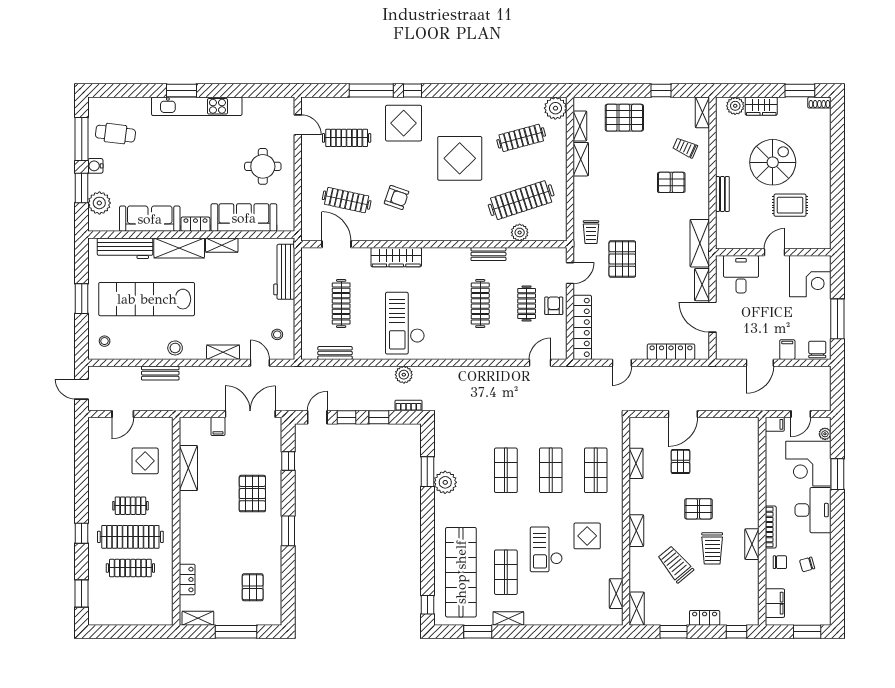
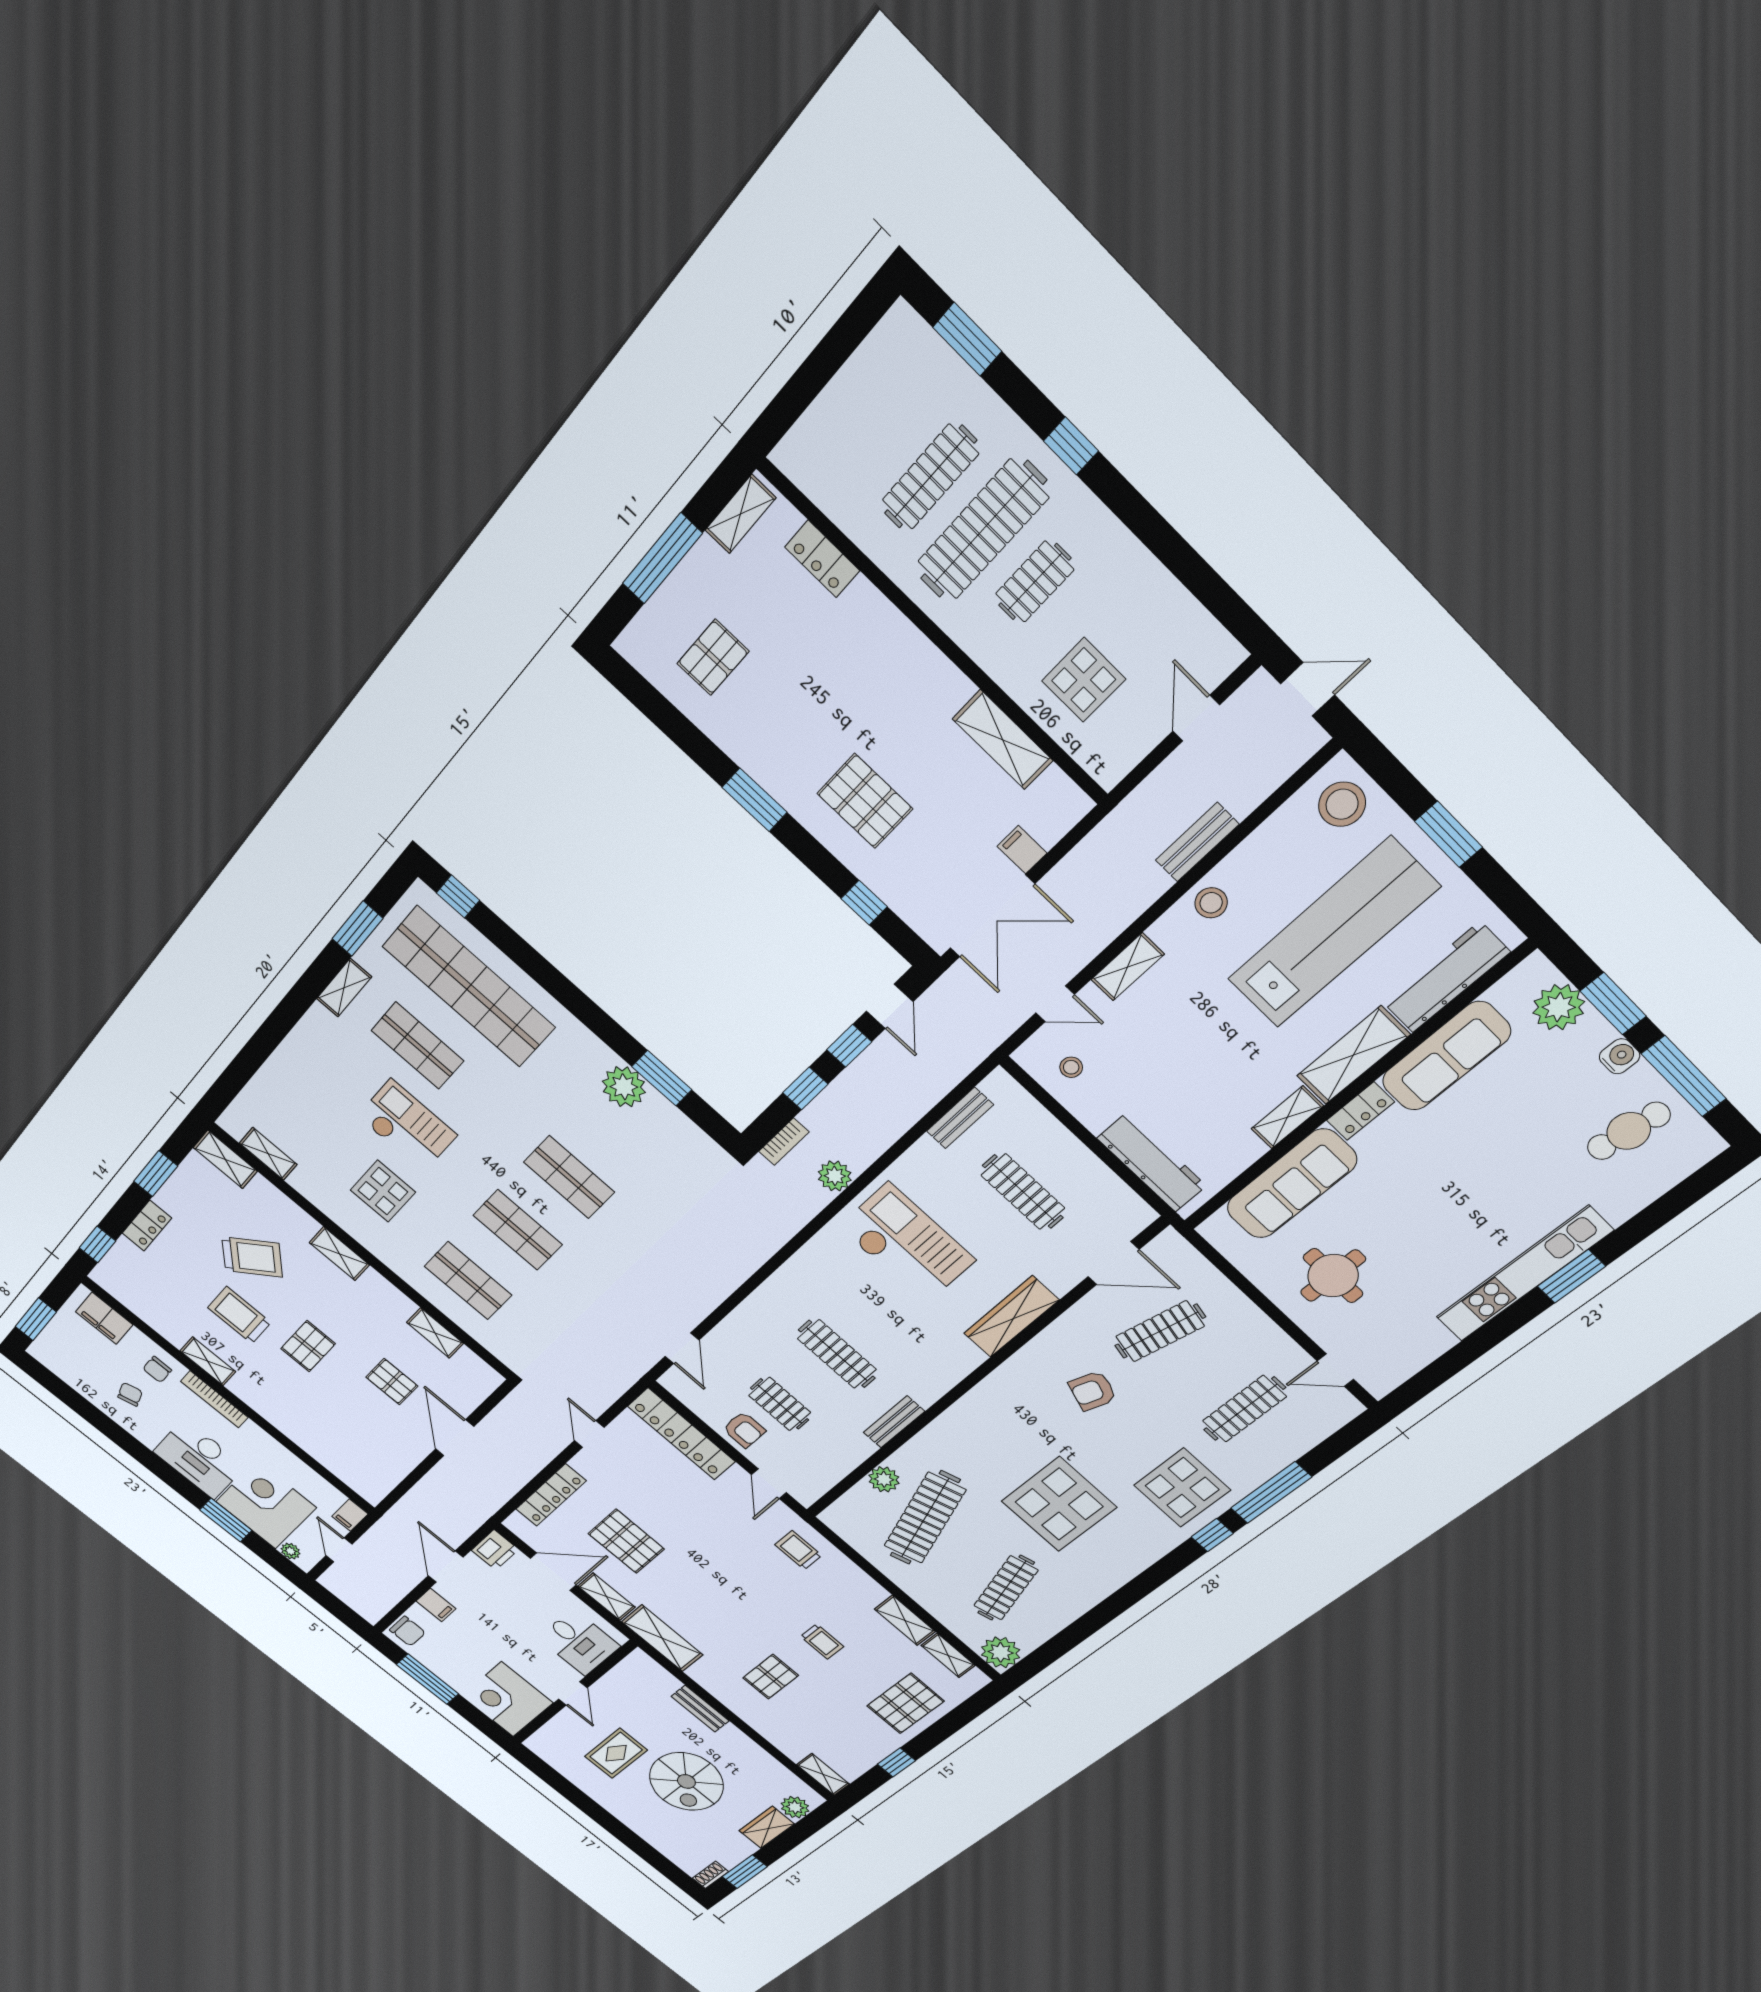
trolley: (685, 148) -> (822, 1641), moved, turned 66
pallet: (622, 259) -> (626, 1541), moved
stool: (105, 341) -> (1342, 804), width x1.89, depth x1.89
printer: (727, 350) -> (495, 1550), added
pallet: (253, 587) -> (713, 657), turned 90

